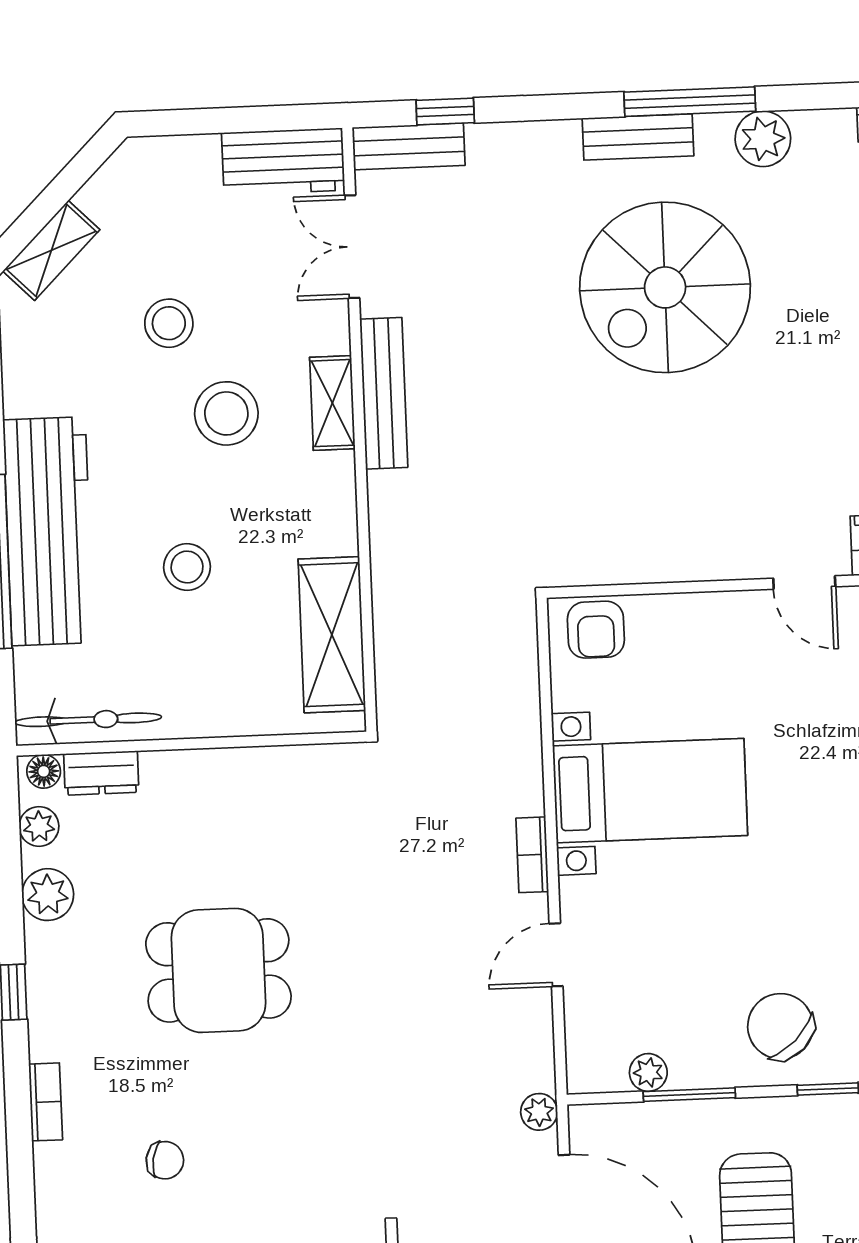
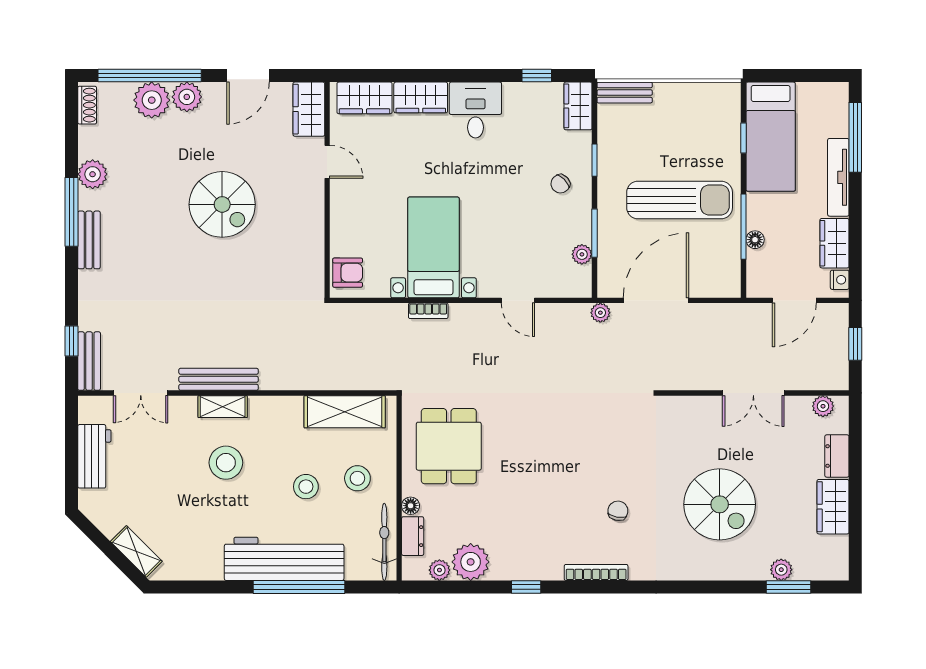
workbench: (283, 161) -> (94, 456), moved
spiral stairs: (665, 287) -> (222, 204), moved, width x0.73, depth x0.73
stool: (169, 323) -> (357, 478), moved
door: (804, 583) -> (327, 162), hinge flipped
floor lamp: (44, 771) -> (411, 506), moved
bookcase: (532, 855) -> (428, 311), moved
plant: (48, 895) -> (471, 562), width x1.36, depth x1.36
dining table: (218, 970) -> (449, 446), moved
chair: (780, 1026) -> (560, 184), width x0.54, depth x0.54
bookcase: (46, 1102) -> (596, 572), width x1.56

